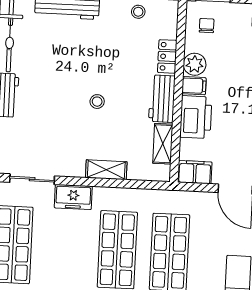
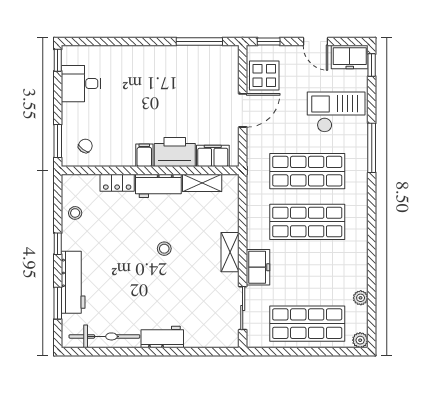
chair: (207, 26) -> (85, 146), turned 126
plant: (195, 64) -> (123, 156), removed
shelving: (106, 170) -> (230, 252), moved
filing cabinet: (195, 172) -> (213, 156), moved, turned 90

